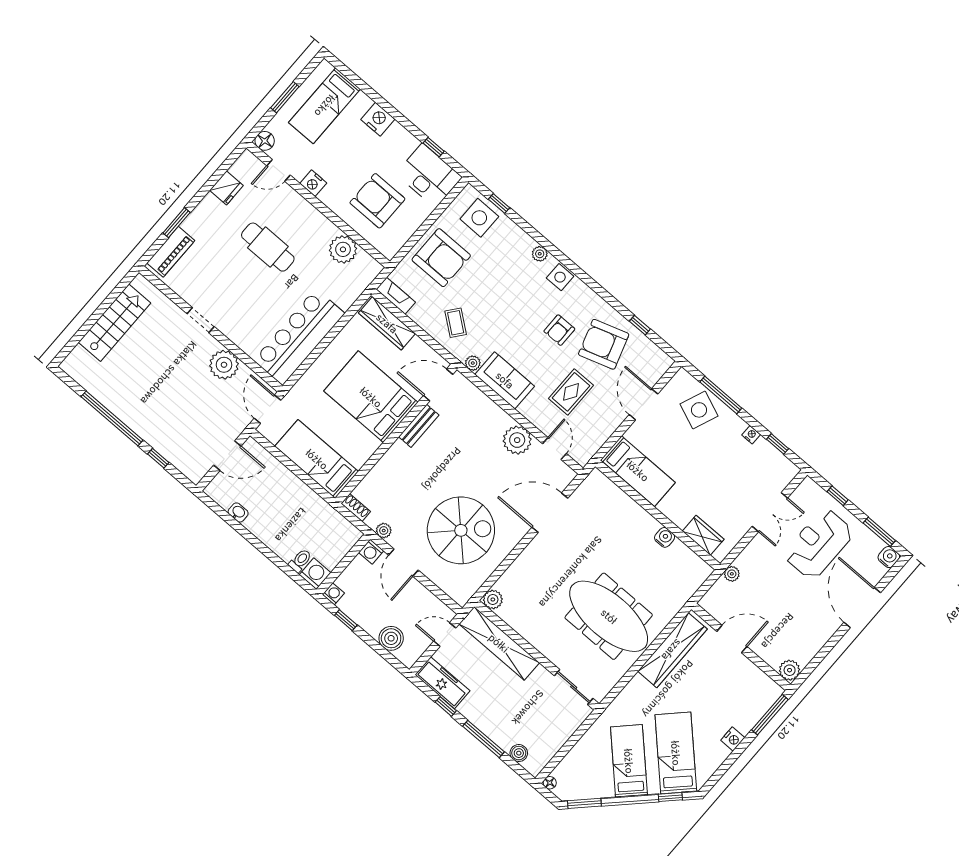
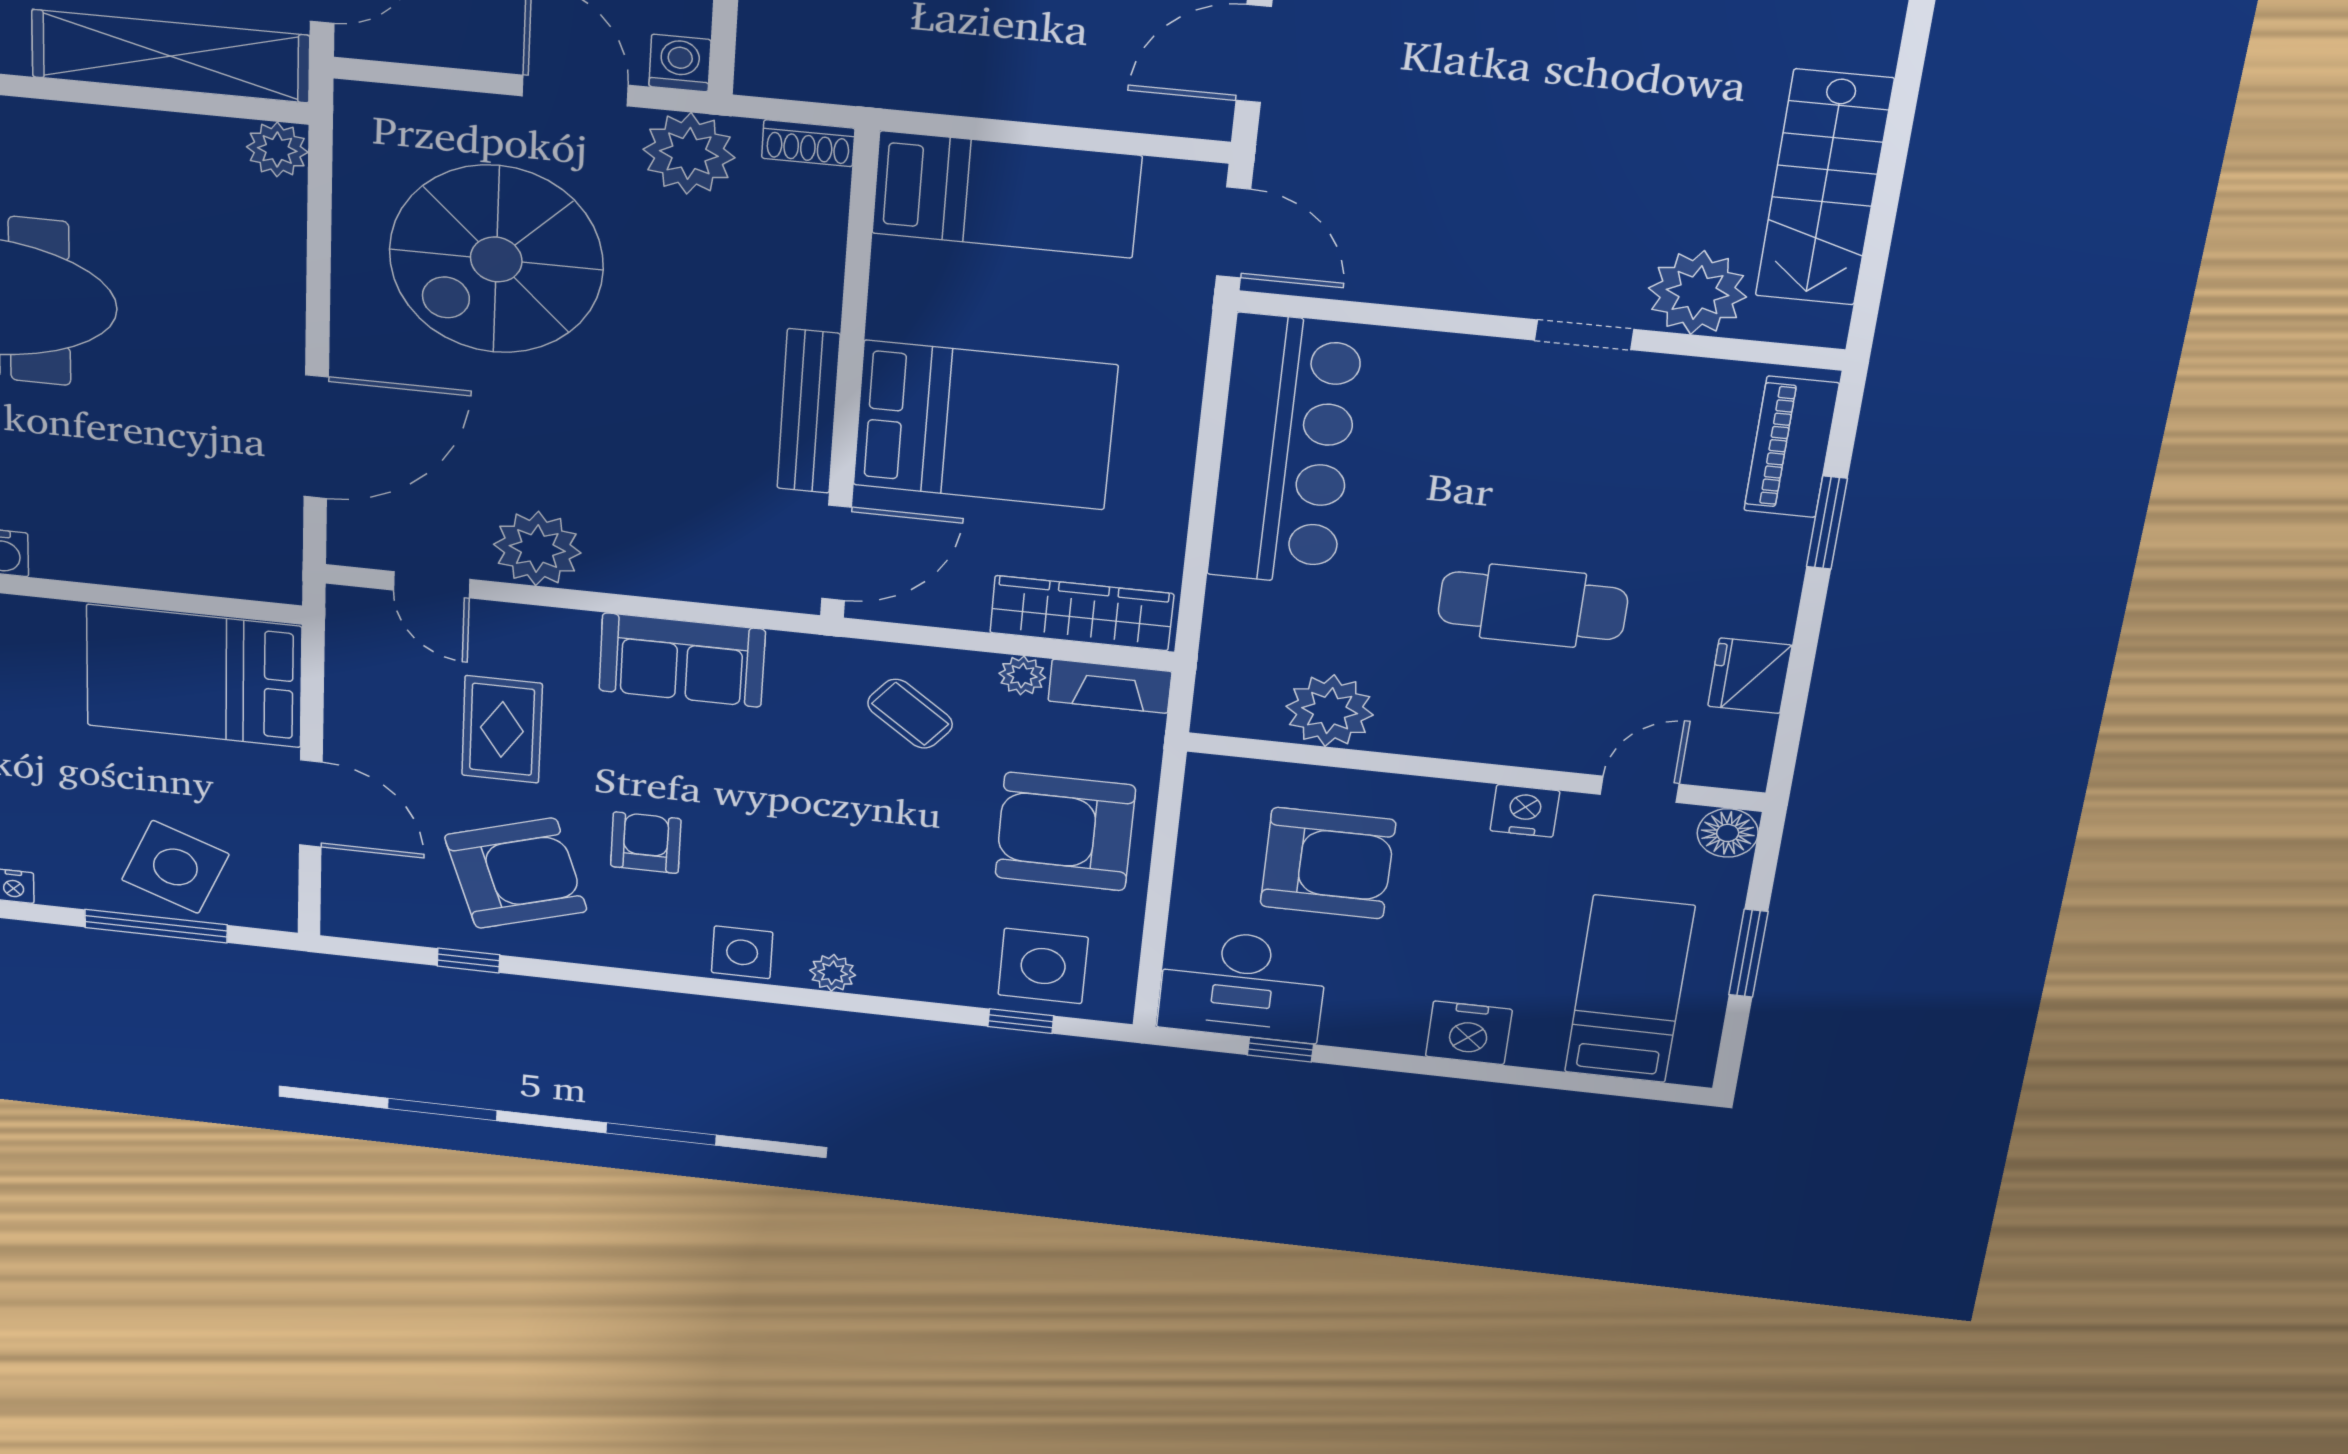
plant: (473, 363) -> (1022, 675), moved
plant: (224, 365) -> (1697, 292), moved
bench: (419, 426) -> (808, 411), width x1.36
bed: (638, 471) -> (194, 676), width x1.50
plant: (384, 531) -> (689, 153), width x1.87, depth x1.87

